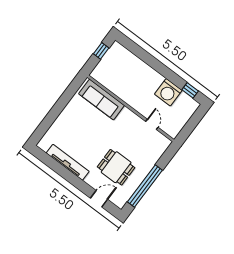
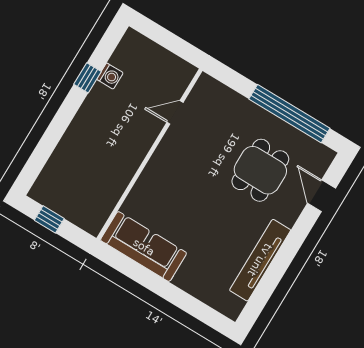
window: (190, 90) -> (87, 78), moved
washing machine: (168, 92) -> (110, 76), width x0.53, depth x0.53
sofa: (102, 100) -> (144, 247), moved, turned -90

